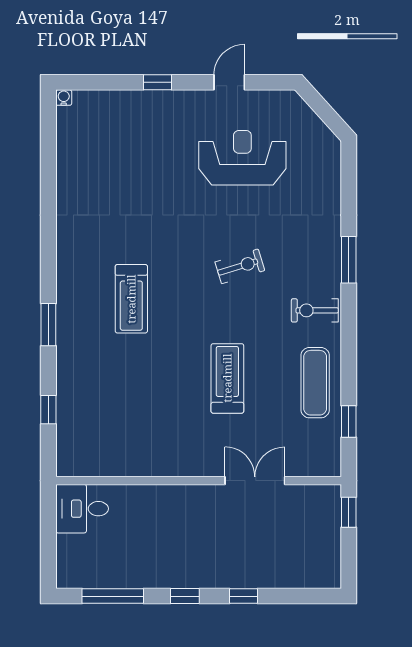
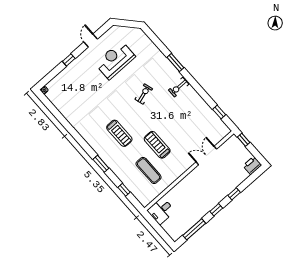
treadmill: (227, 378) -> (157, 145), moved
exercise mat: (315, 383) -> (149, 170), moved
printer: (323, 573) -> (252, 165), added

